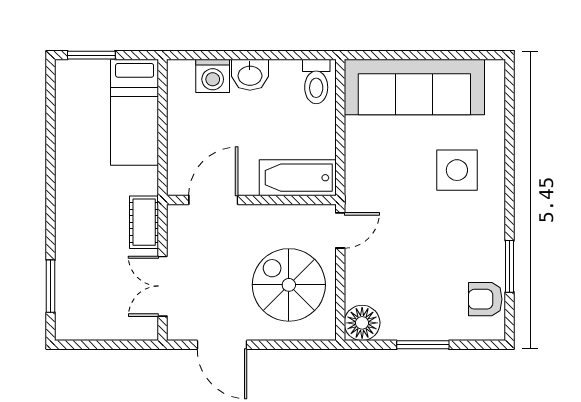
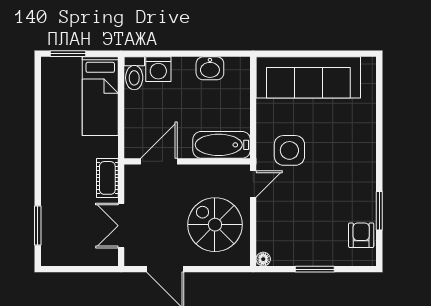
washbasin: (250, 75) -> (210, 68), moved
toilet: (316, 82) -> (134, 73), moved
side table: (457, 170) -> (289, 150), moved
armchair: (485, 299) -> (361, 235), turned 90
floor lamp: (362, 323) -> (263, 259), width x0.53, depth x0.53

